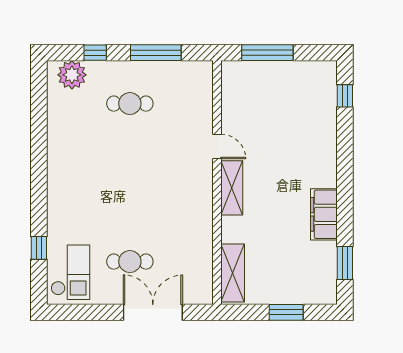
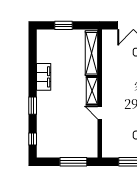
window: (345, 263) -> (33, 106), moved
shelving: (233, 273) -> (92, 53), width x1.47

